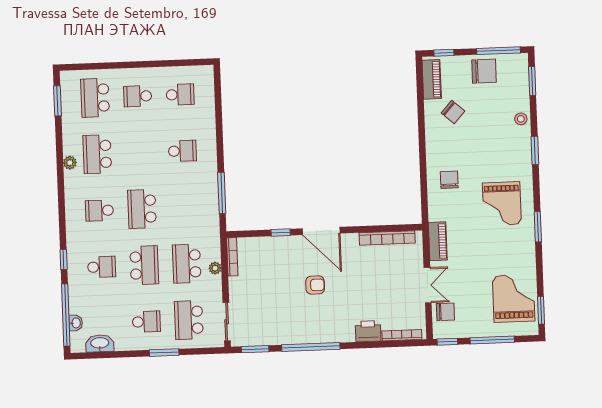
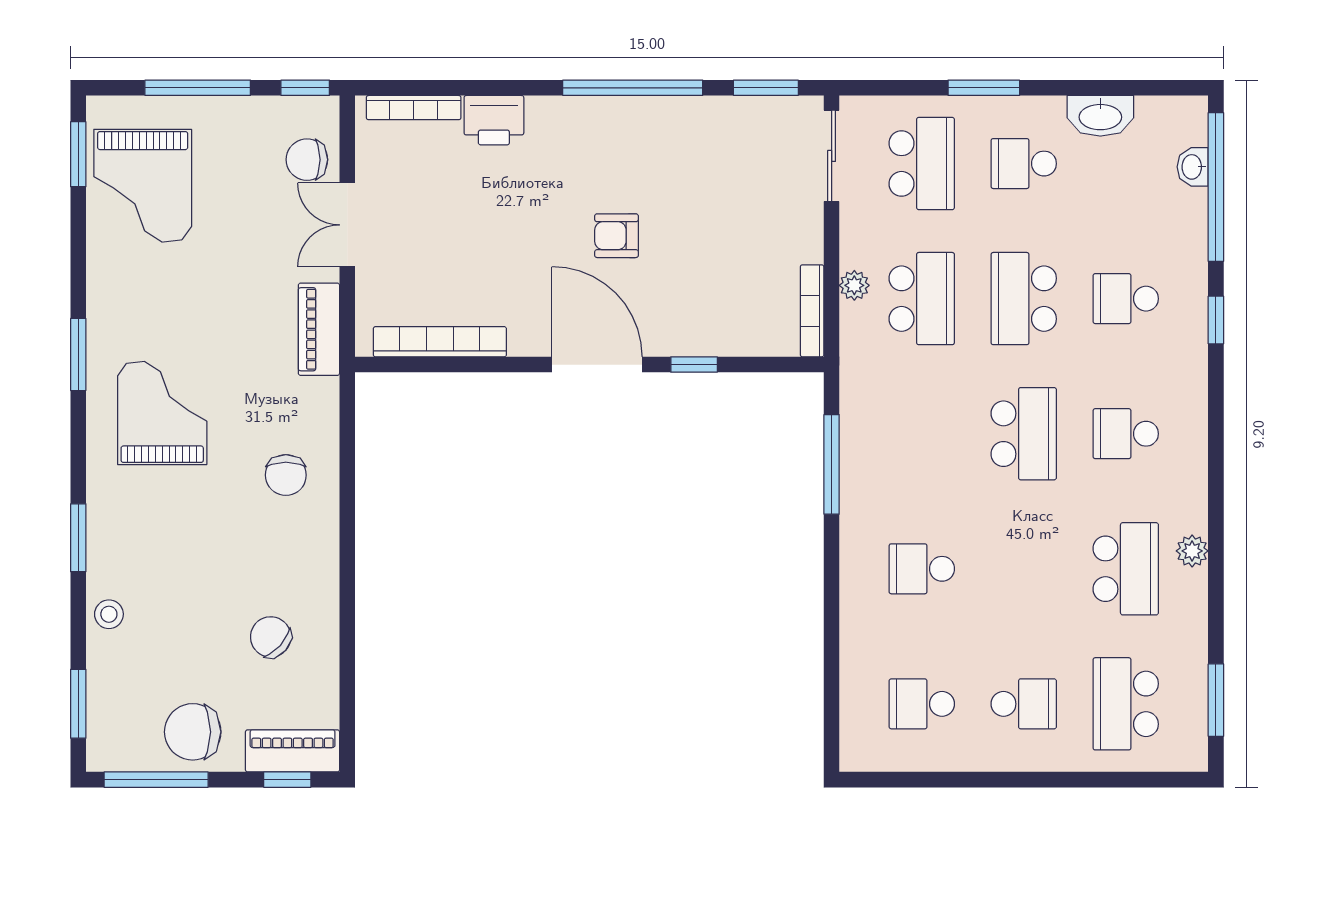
piano: (432, 79) -> (293, 751), moved, turned 90
school desk: (95, 98) -> (1126, 704), turned 180
school desk: (99, 211) -> (1126, 434), turned 180
washbasin: (100, 343) -> (1100, 116), moved

